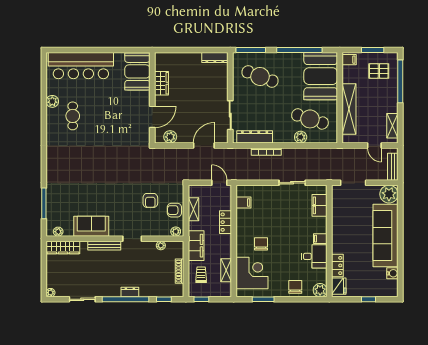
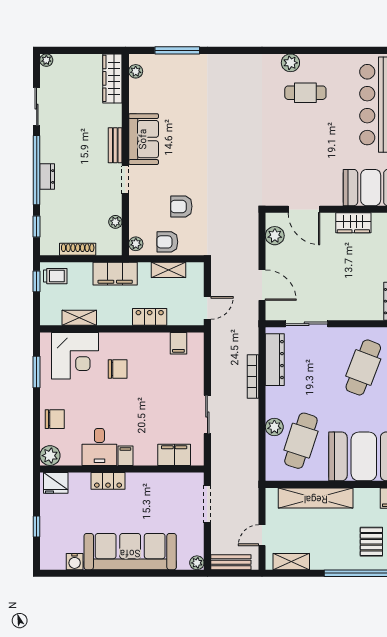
plant: (52, 101) -> (290, 63), moved
plant: (389, 194) -> (197, 563), width x0.53, depth x0.53
armchair: (174, 210) -> (167, 242), turned -90
sofa: (91, 226) -> (144, 139), moved
bench: (104, 246) -> (115, 145), width x0.73
locker: (337, 265) -> (108, 481), moved
trolley: (201, 275) -> (55, 276), moved

